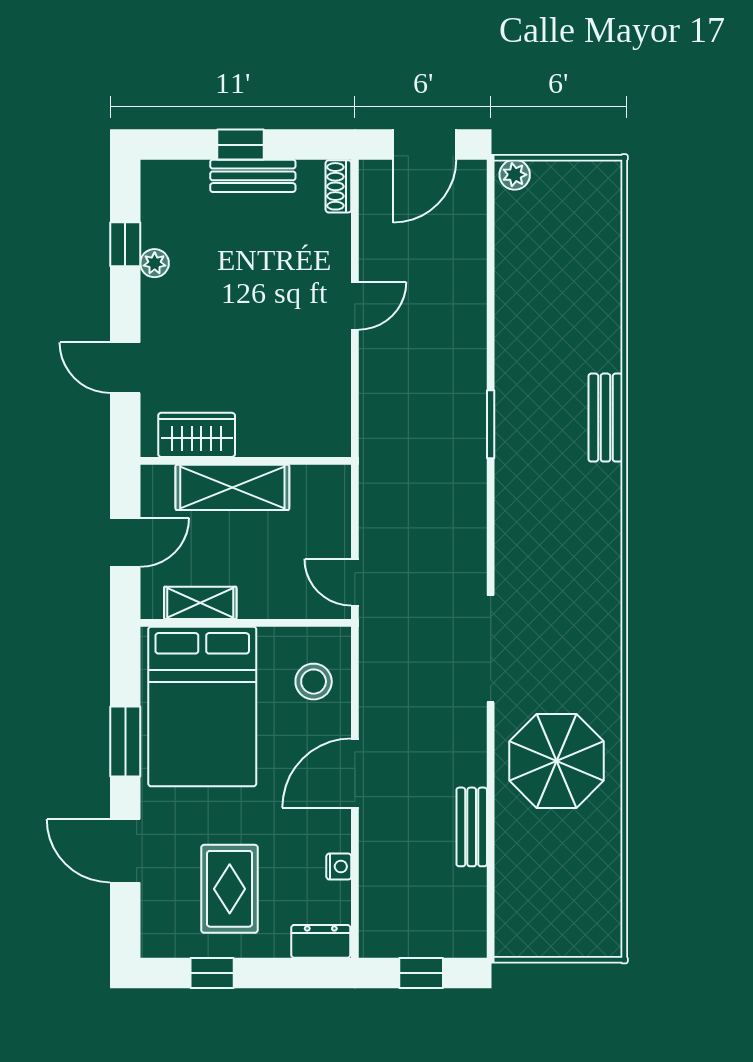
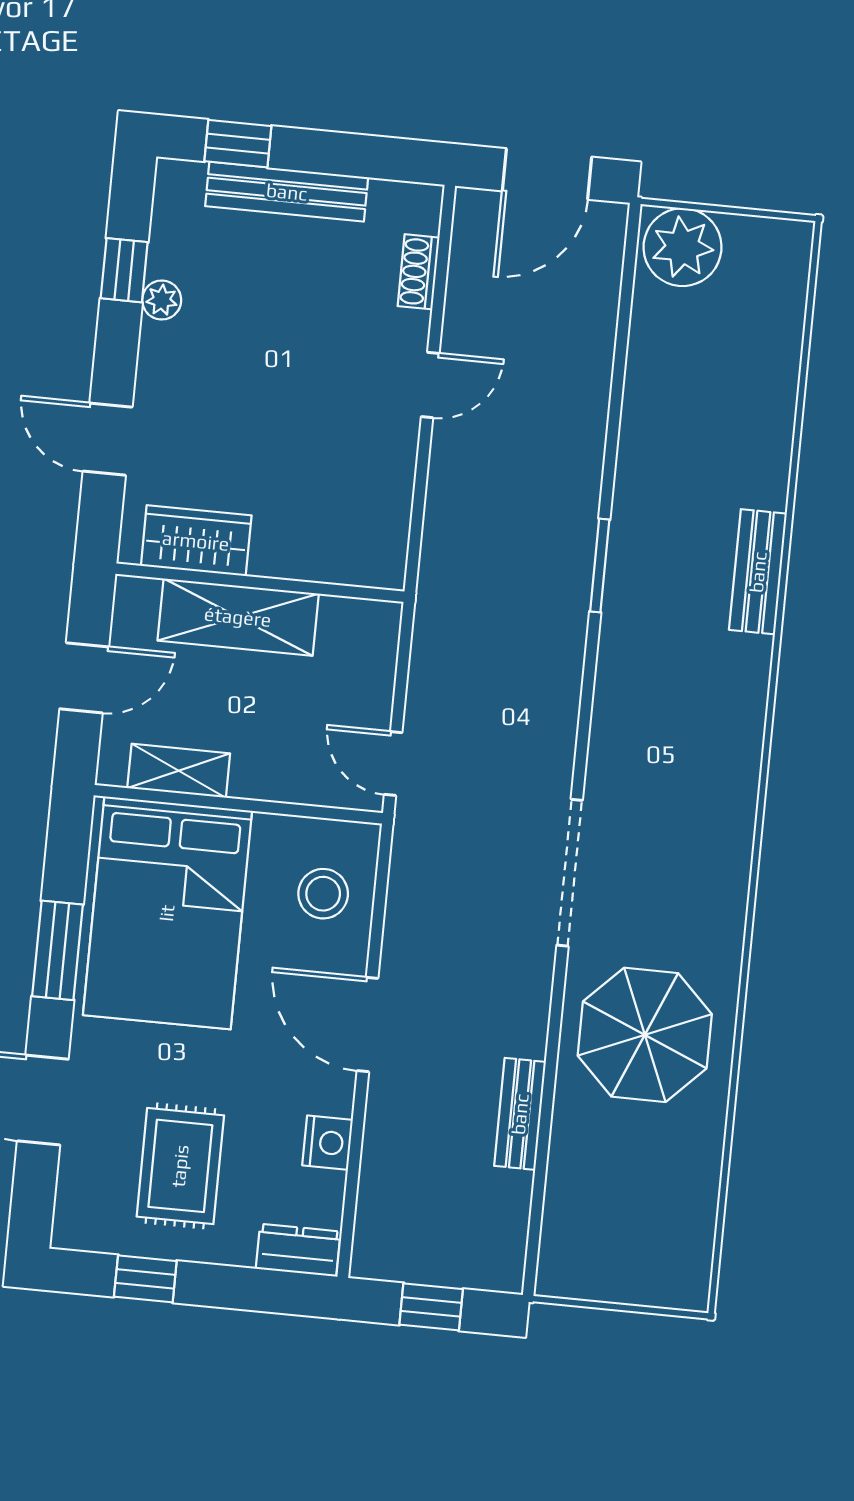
window: (240, 145) -> (238, 144), moved
plant: (515, 175) -> (683, 247), width x1.88, depth x1.88
bench: (253, 176) -> (287, 192), width x1.36
shoe rack: (338, 186) -> (418, 272), moved
door: (355, 773) -> (368, 1024), hinge flipped
nightstand: (339, 867) -> (328, 1143), width x1.39, depth x1.35

